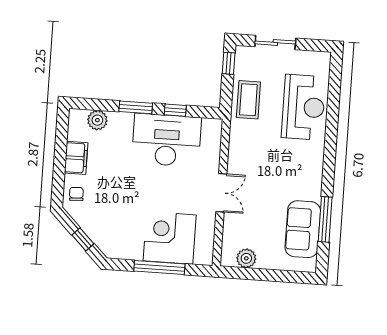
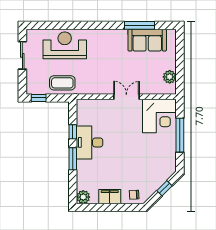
sliding door: (275, 42) -> (22, 55), moved
plant: (97, 120) -> (83, 197), moved
desk: (166, 140) -> (90, 142), width x0.73, depth x0.77
corner desk: (170, 238) -> (159, 116), moved, turned -90

